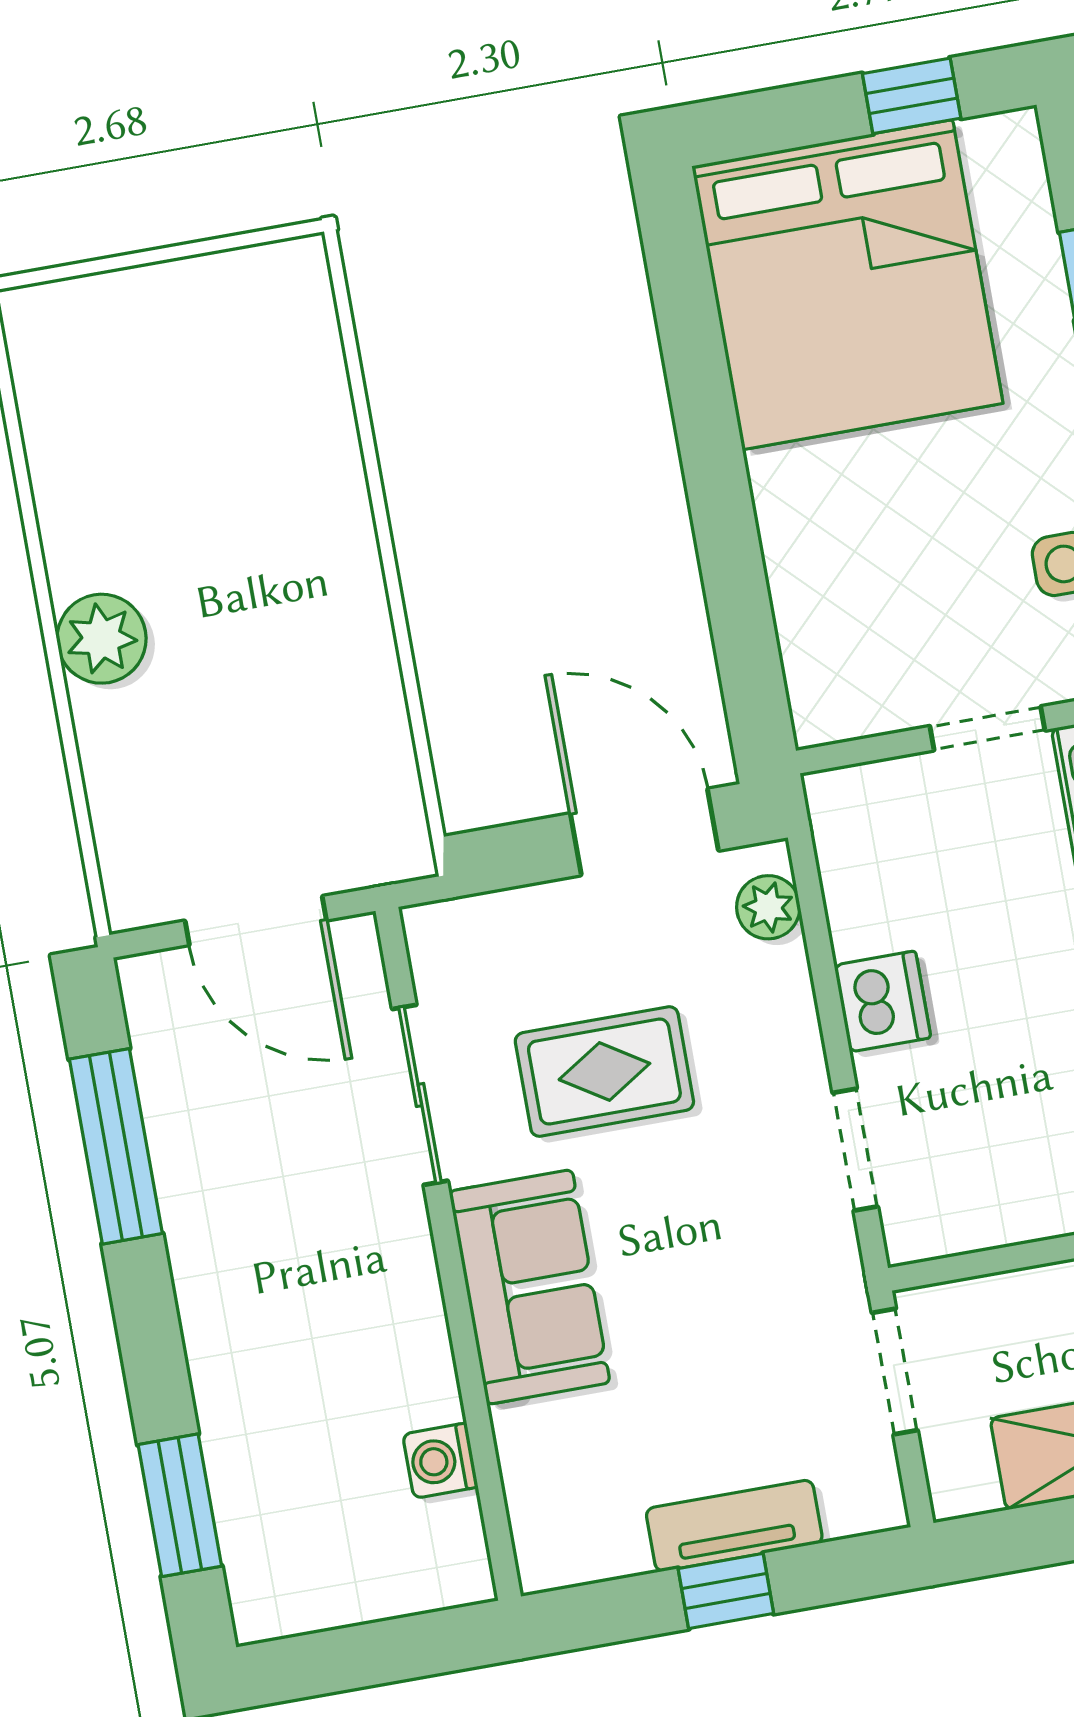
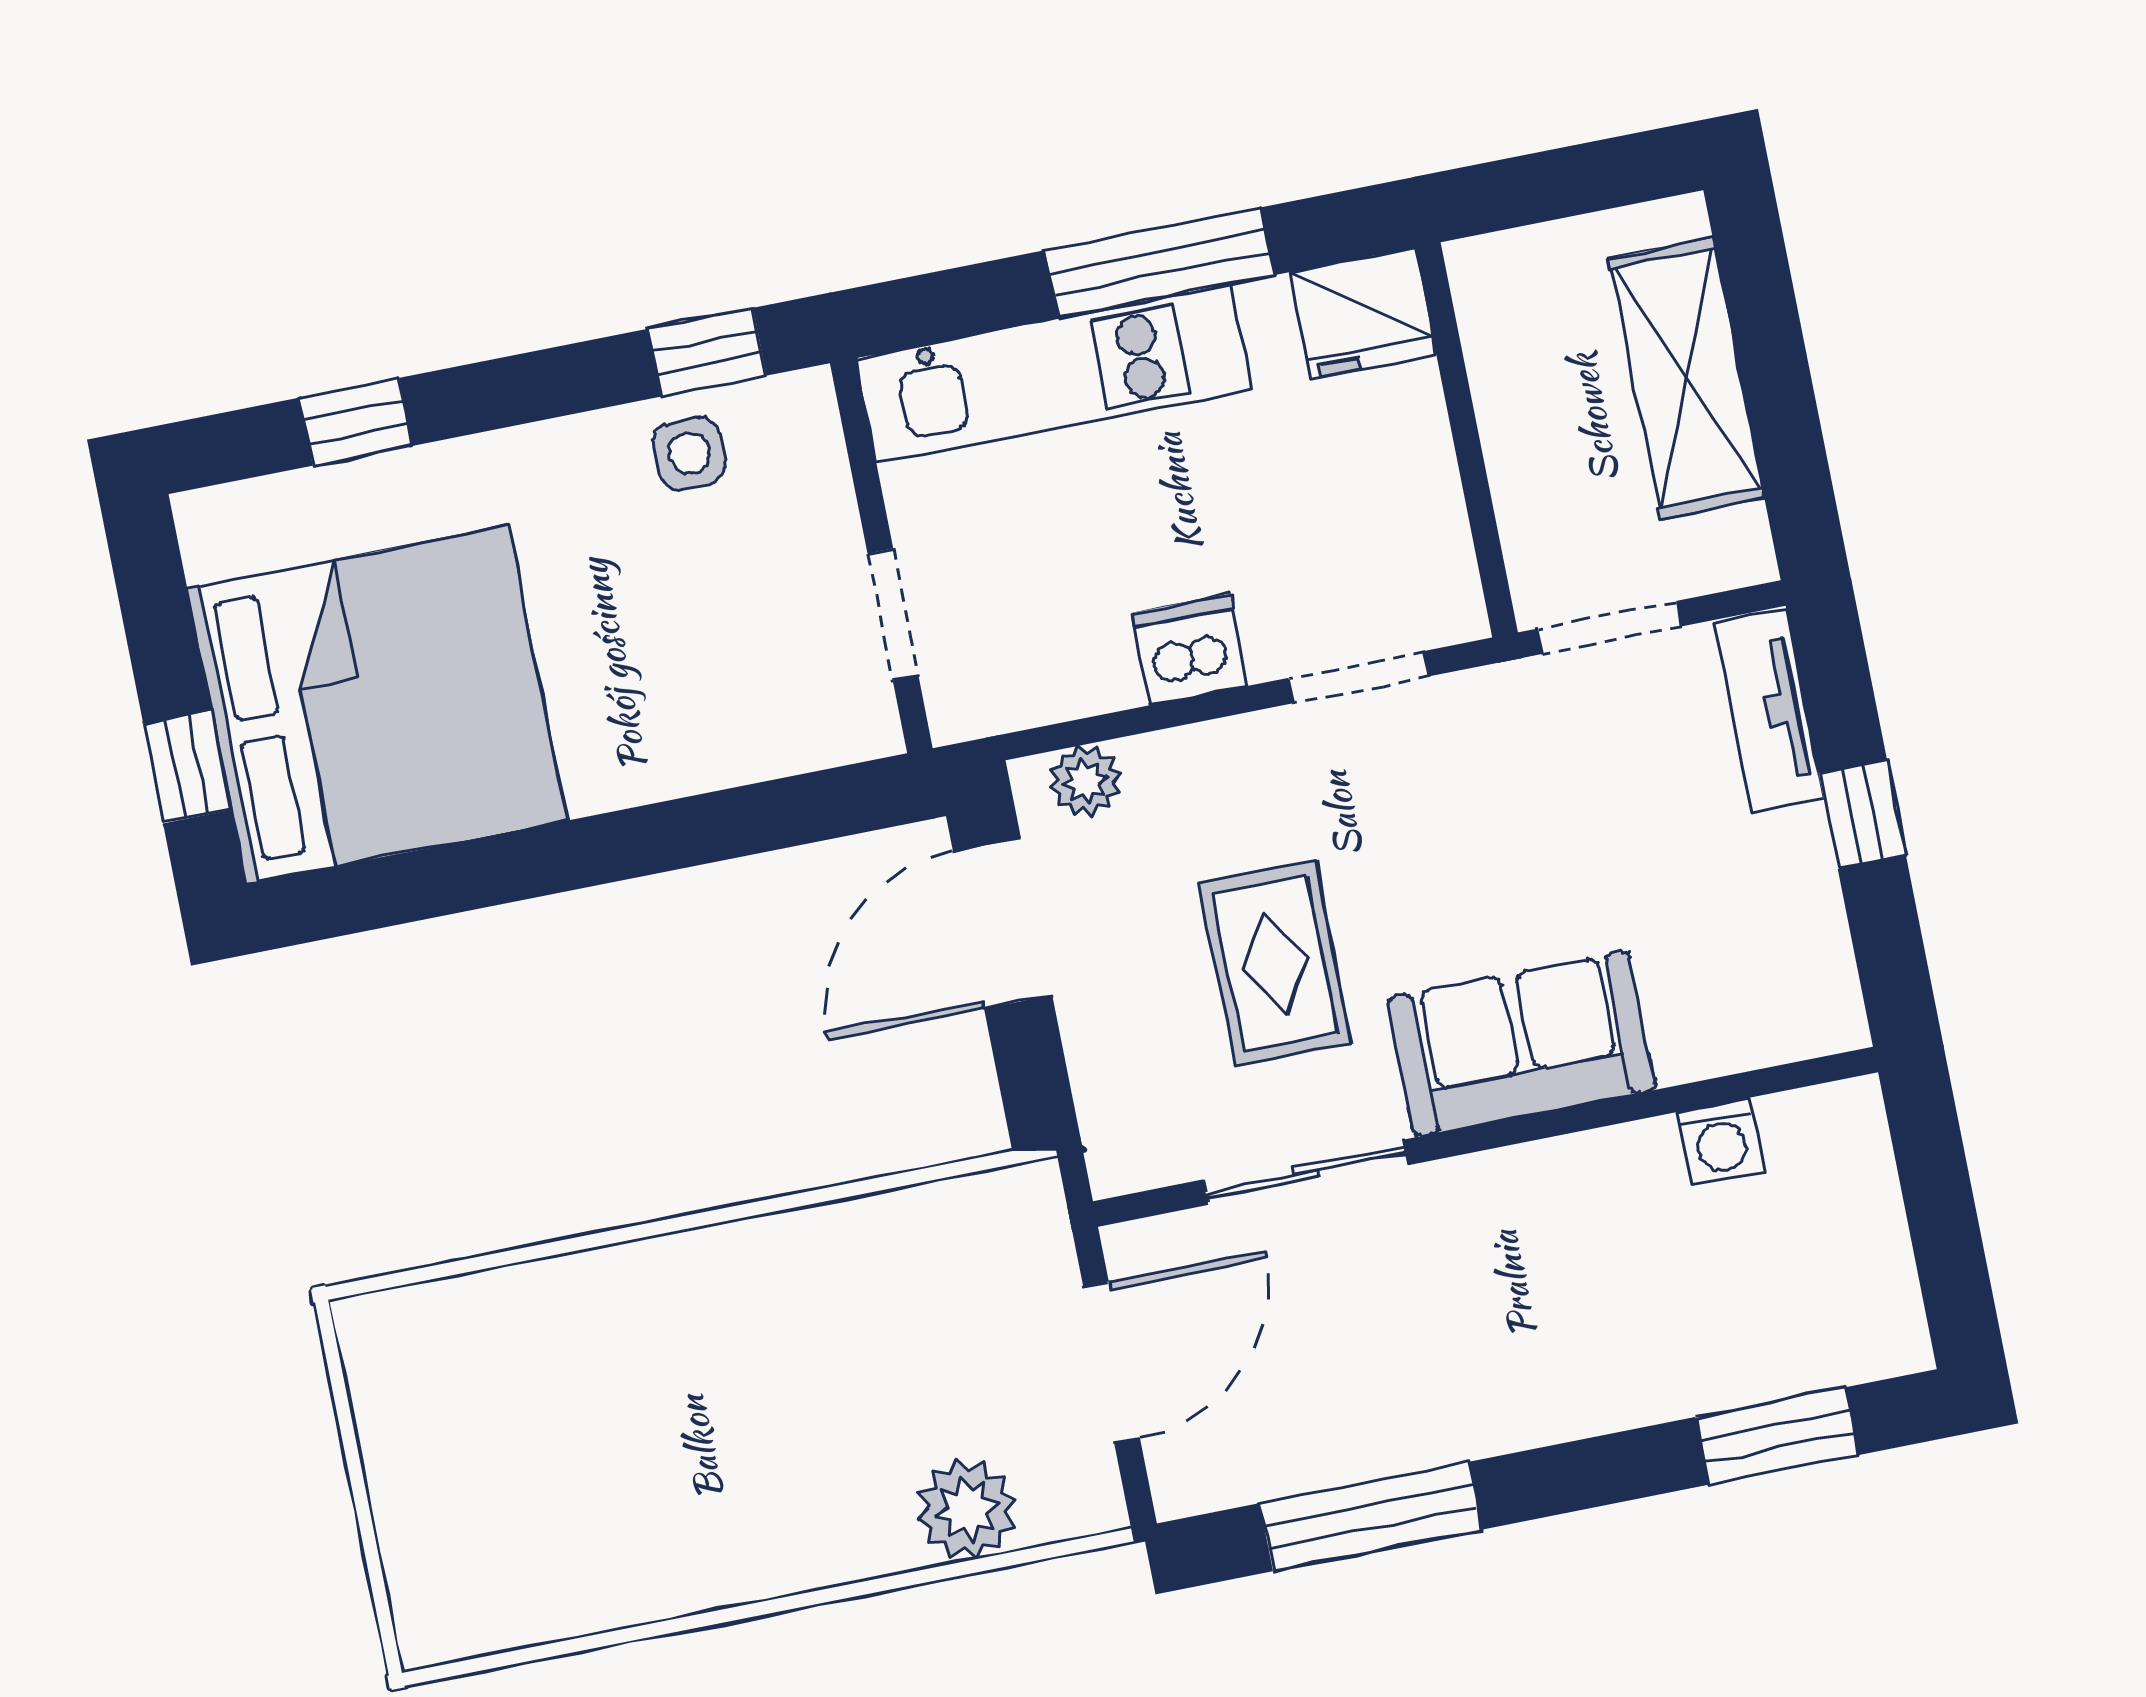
window: (912, 96) -> (187, 767), moved
plant: (102, 639) -> (966, 1510), moved
doorway: (987, 728) -> (893, 615), moved
tv unit: (734, 1526) -> (1769, 711), moved

